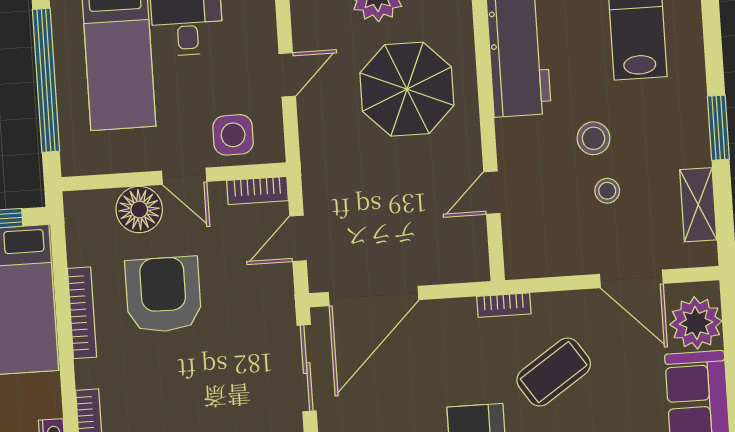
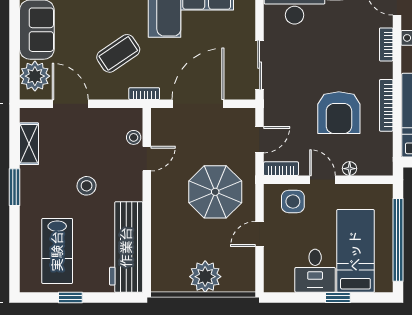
parasol: (407, 89) -> (215, 192), moved
stool: (607, 191) -> (134, 137), moved
floor lamp: (139, 210) -> (350, 169), width x0.53, depth x0.53
door: (374, 296) -> (198, 104), moved

